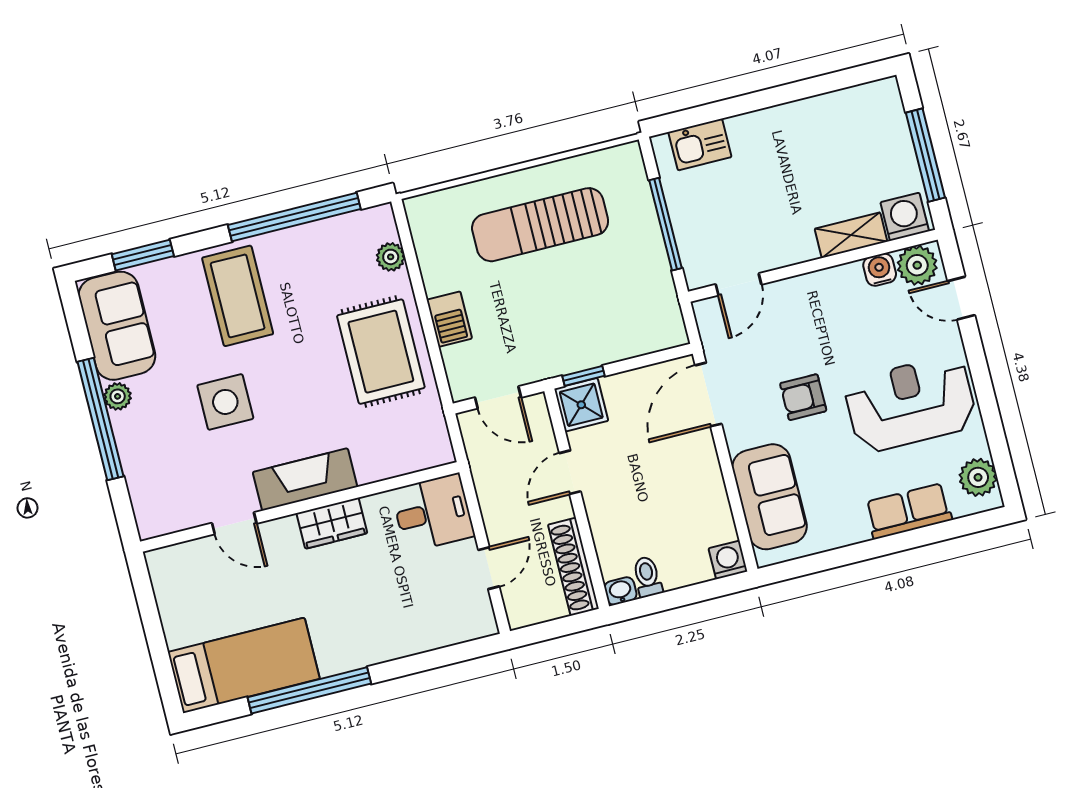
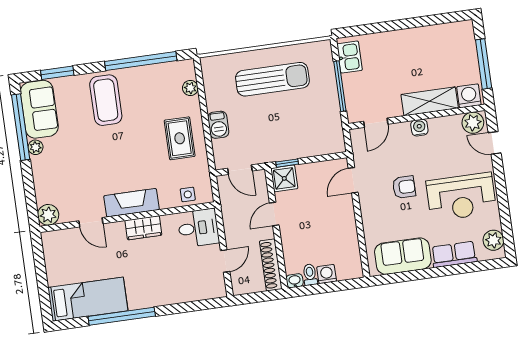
kitchen sink: (700, 145) -> (350, 57), moved, turned -90
sun lounger: (540, 225) -> (272, 79), turned 180
shelving: (851, 235) -> (430, 101), width x1.50, depth x1.33
water cooler: (880, 270) -> (419, 128), moved
rug: (381, 352) -> (180, 138), width x0.73, depth x0.70
door: (708, 395) -> (353, 180), width x0.73
armchair: (803, 397) -> (404, 187), turned 180
side table: (225, 402) -> (188, 194), moved, width x0.54, depth x0.54
reception desk: (910, 404) -> (461, 197), turned 180
window: (100, 419) -> (21, 127), moved
sofa: (770, 497) -> (403, 256), moved, turned -90
plant: (154, 518) -> (48, 215), added
washing machine: (728, 560) -> (327, 274), moved

